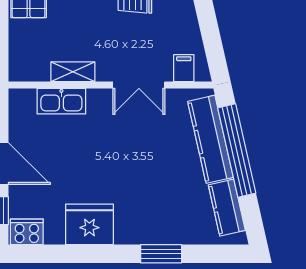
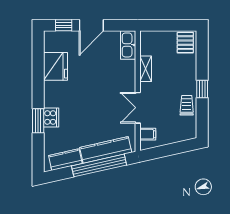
kitchen sink: (61, 101) -> (128, 45), moved
fridge: (89, 224) -> (56, 66), moved
cooker: (27, 232) -> (51, 118), moved

